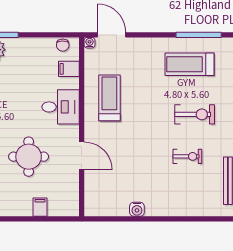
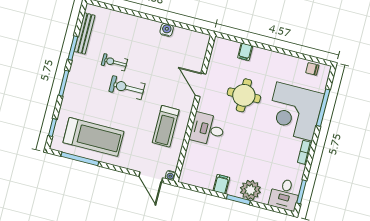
chair: (63, 45) -> (193, 179), removed
treadmill: (189, 64) -> (93, 137), width x1.37, depth x1.38
filing cabinet: (69, 69) -> (221, 184), moved, turned -90
exercise bike: (195, 114) -> (127, 88), moved

